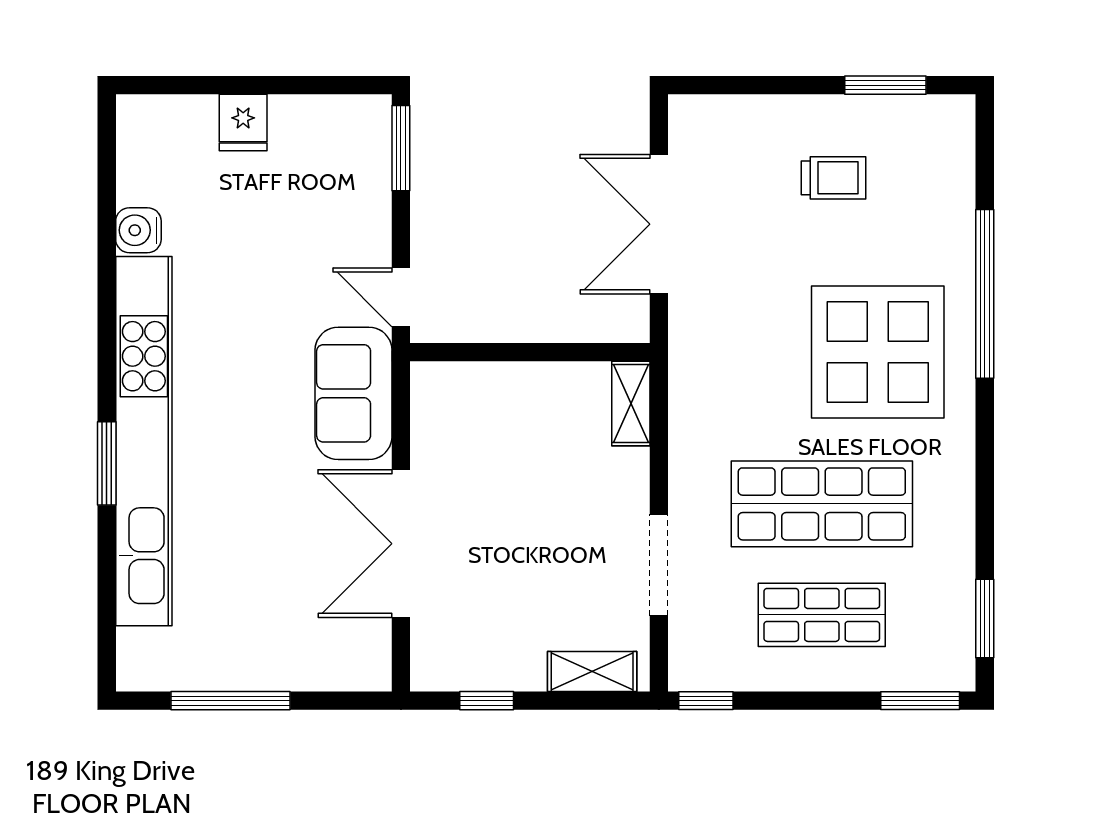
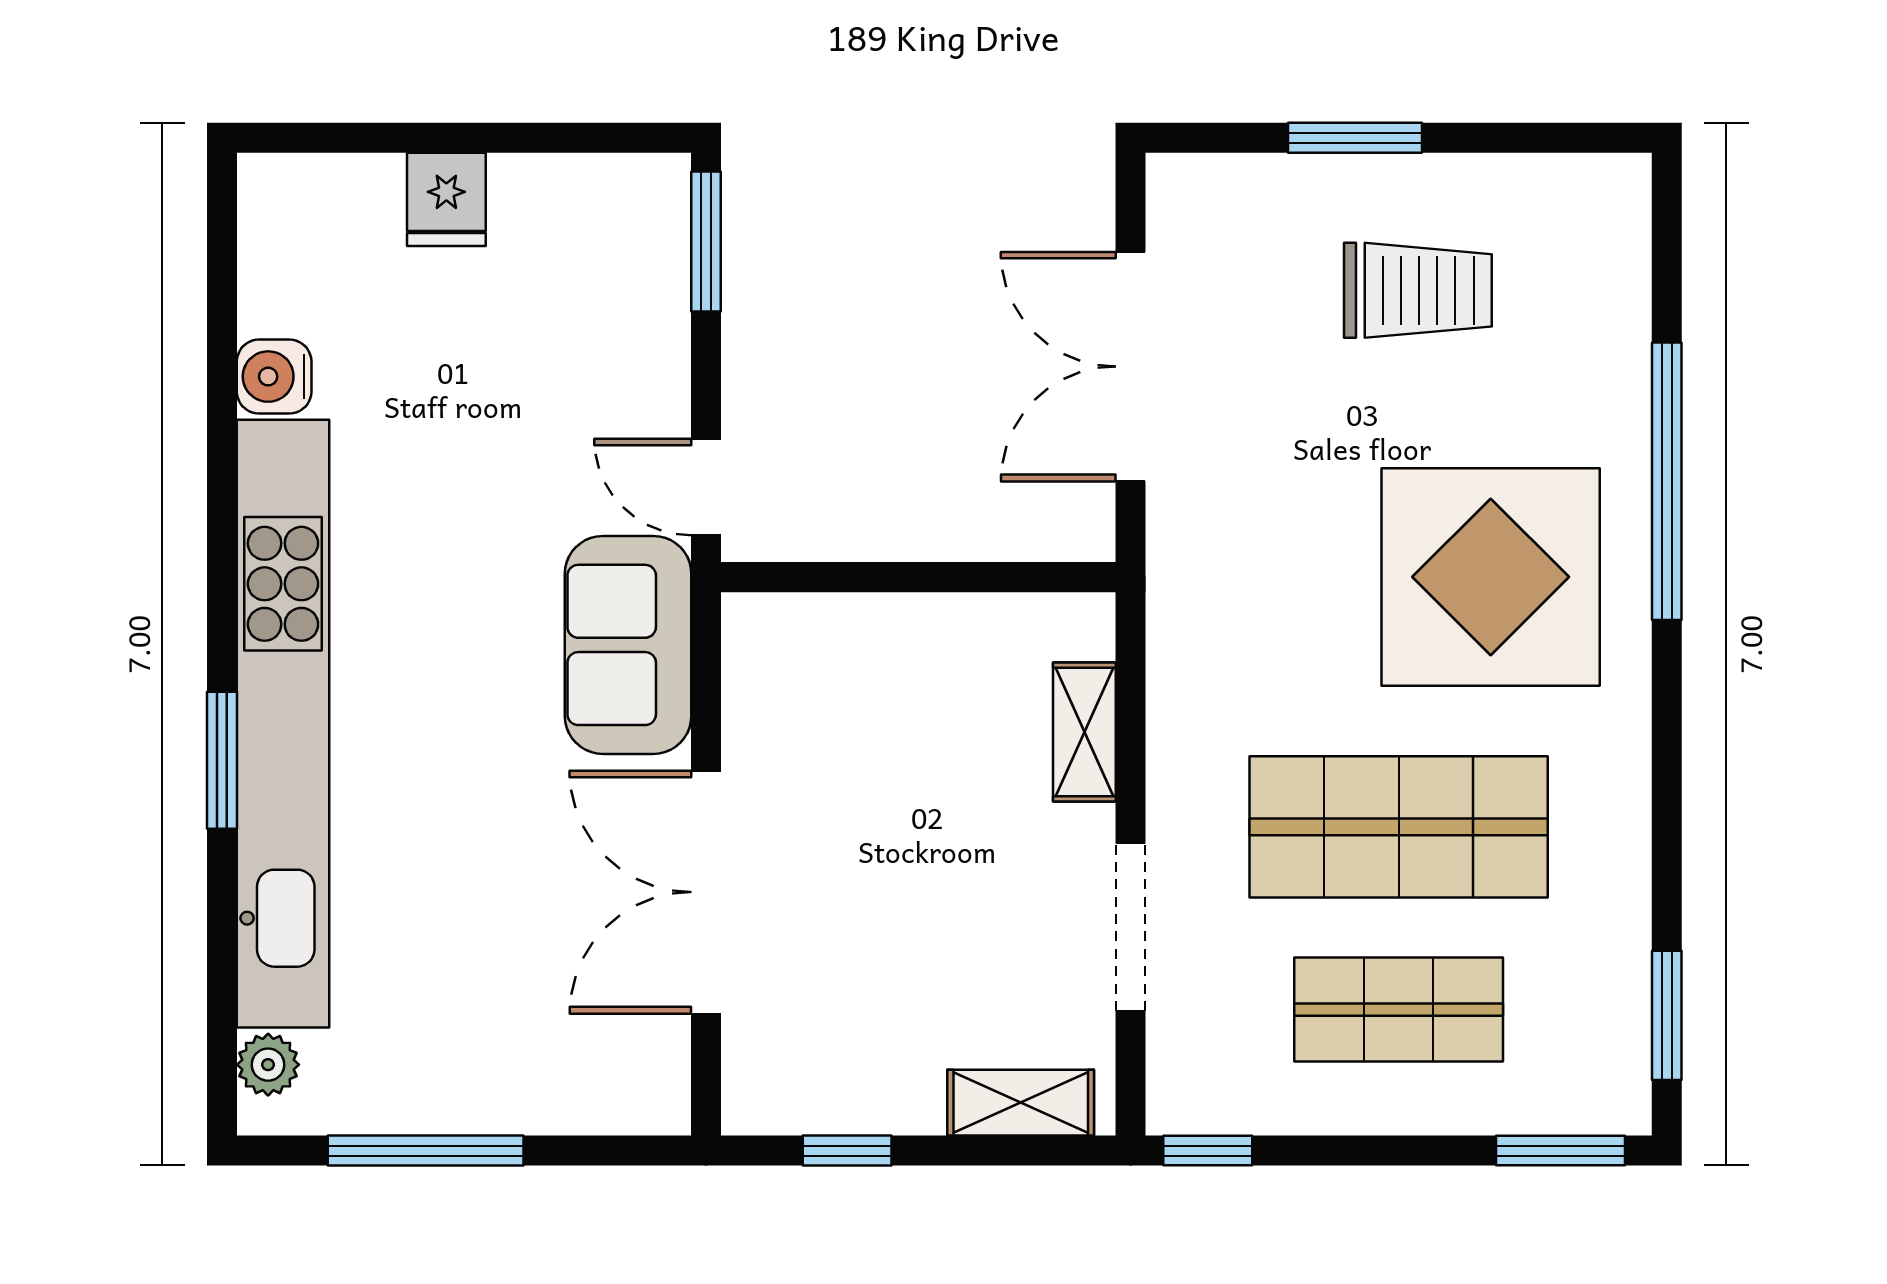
window: (885, 85) -> (1355, 138), moved
trolley: (834, 178) -> (1418, 290), width x1.36, depth x1.39
shelving: (631, 403) -> (1084, 732), moved
plant: (135, 648) -> (268, 1065), added

